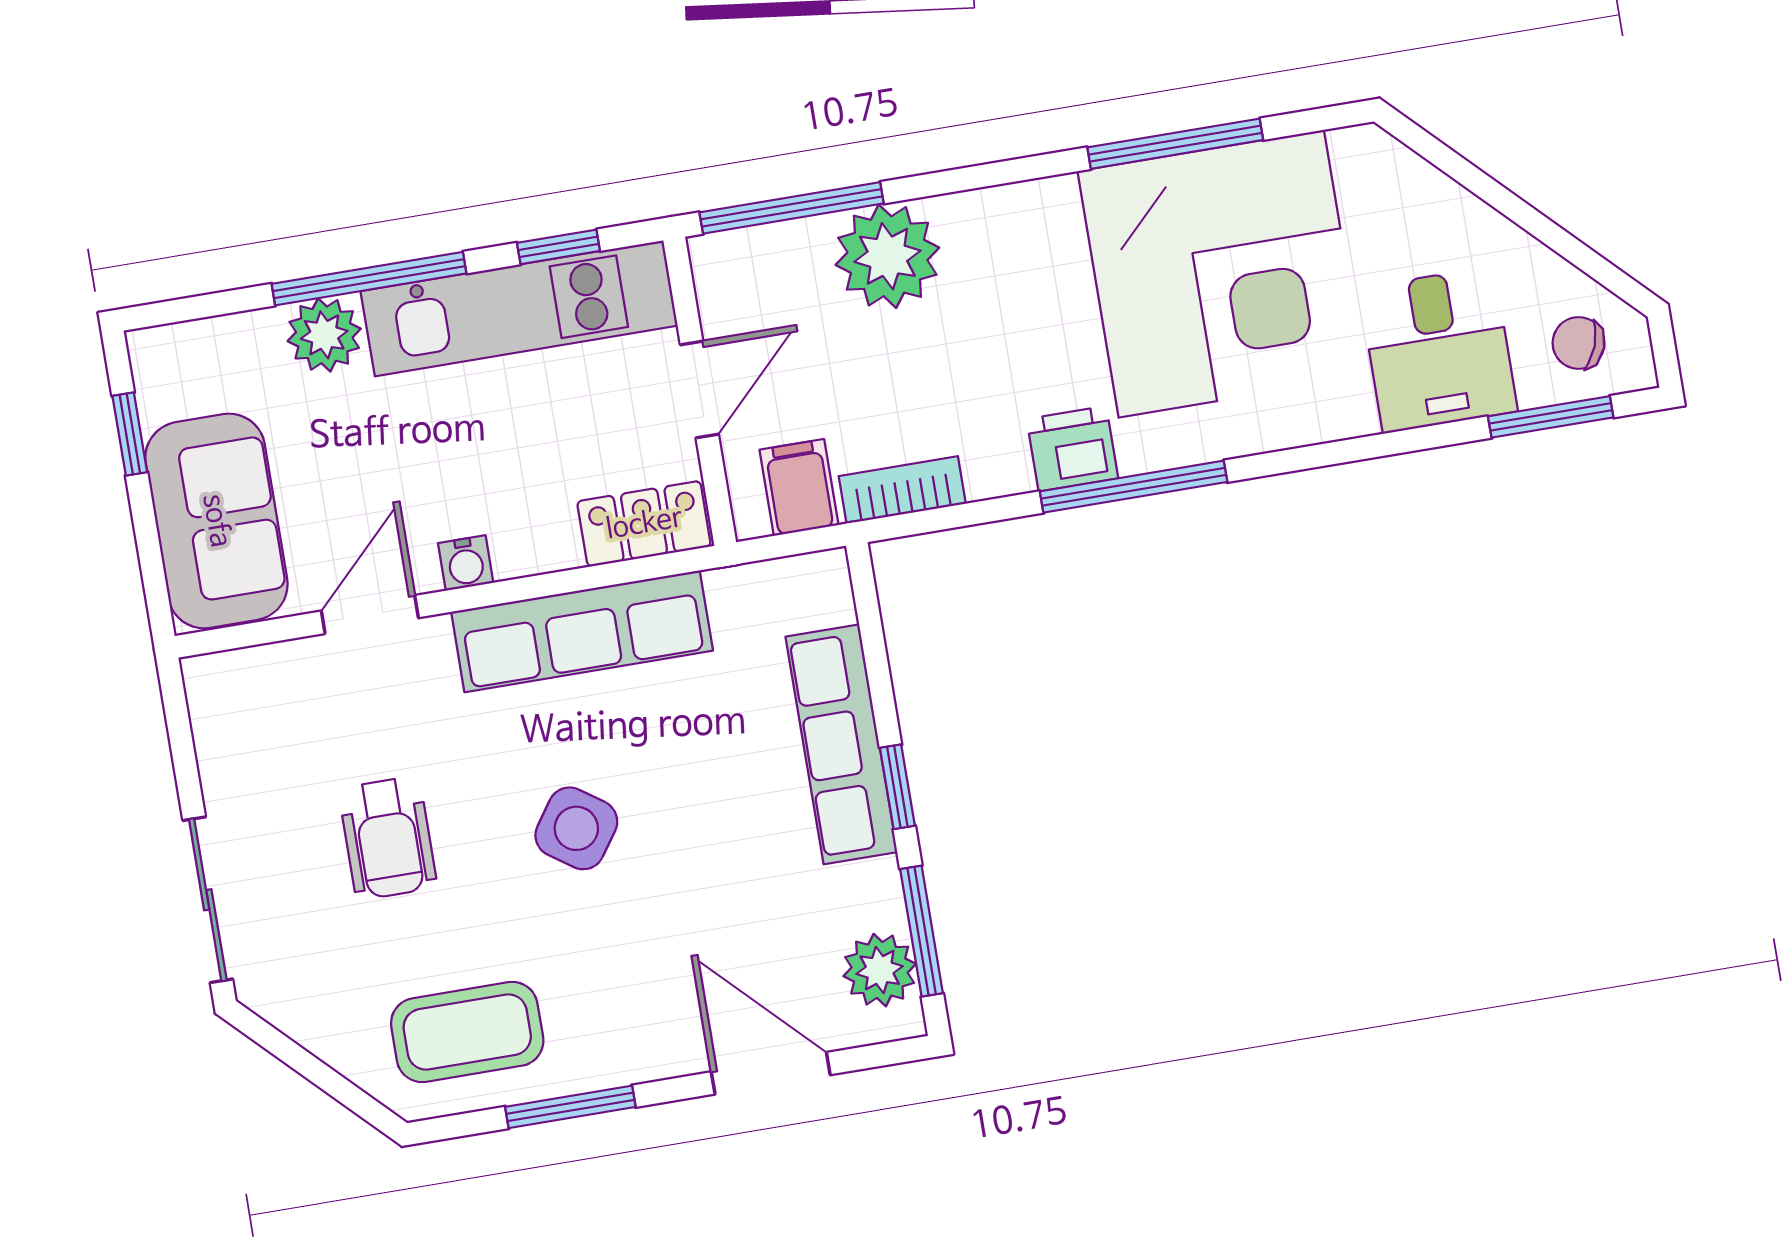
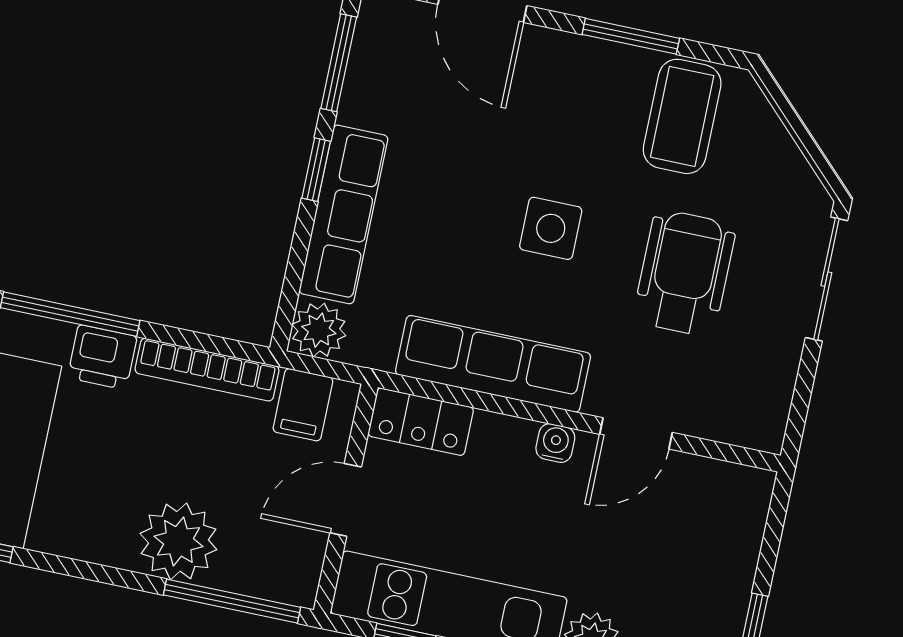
bookcase: (902, 490) -> (207, 370), width x1.56
sofa: (216, 521) -> (717, 540), removed
side table: (576, 828) -> (551, 228), turned -35
wheelchair: (388, 838) -> (684, 273), width x1.36, depth x1.37
plant: (880, 970) -> (319, 330), moved
coffee table: (467, 1032) -> (682, 116), turned 90

